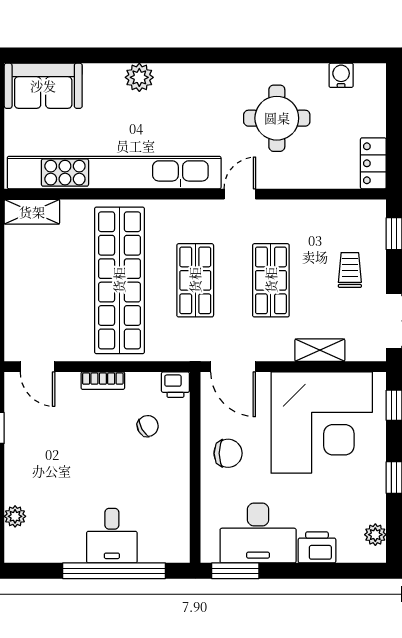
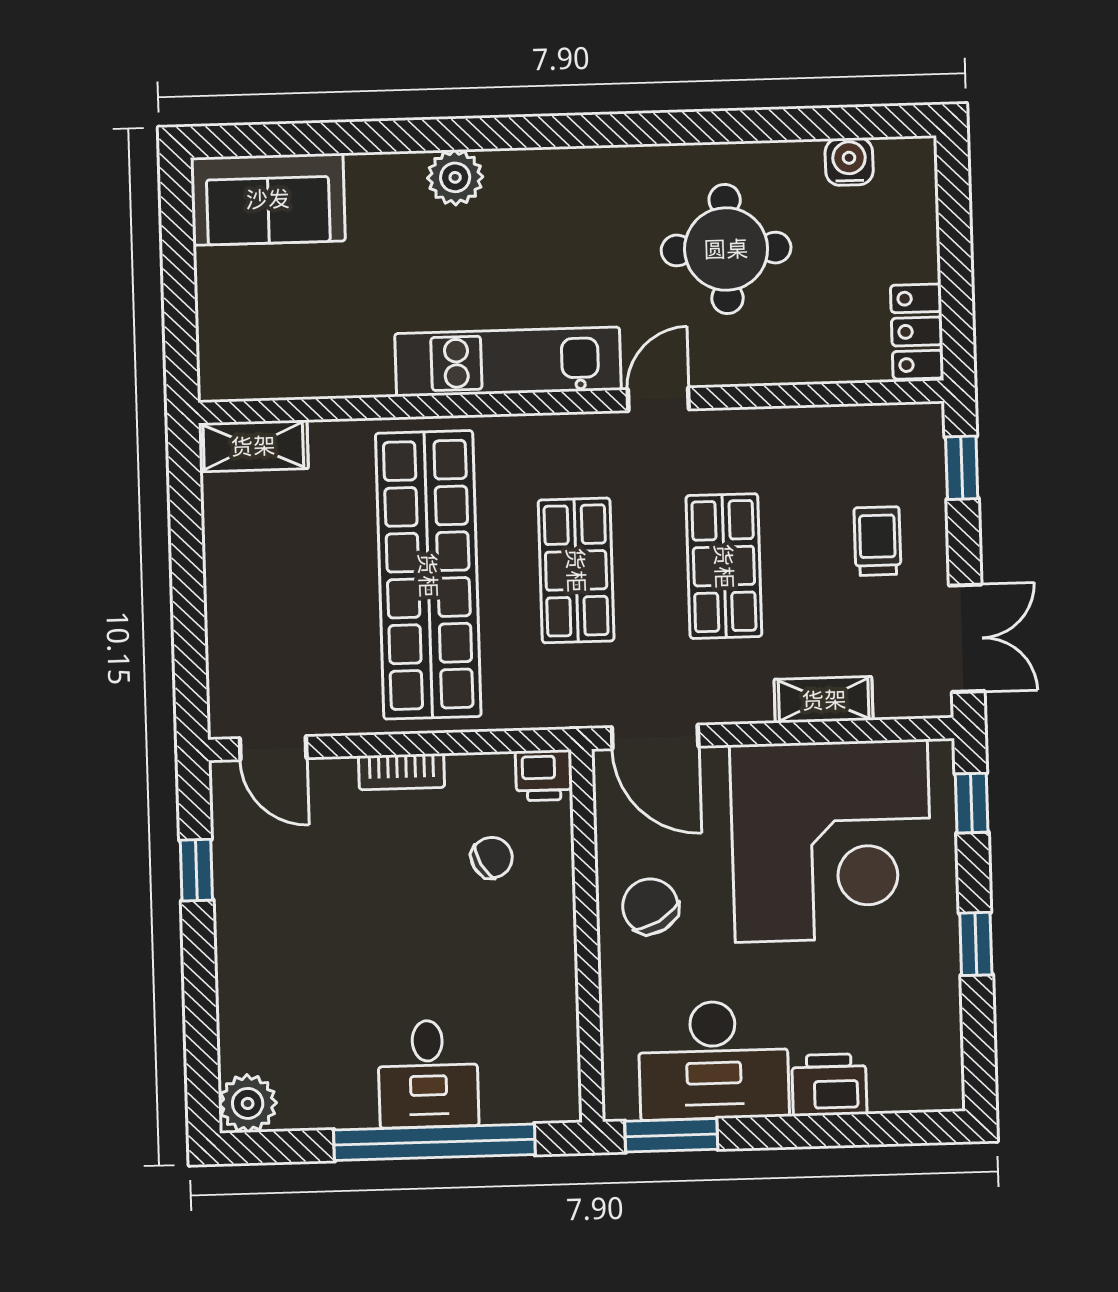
kitchen unit: (114, 173) -> (508, 362), width x0.54
chair: (228, 453) -> (650, 906), turned -120
plant: (15, 516) -> (248, 1103), moved, width x1.38, depth x1.38
plant: (375, 535) -> (942, 1057), removed

